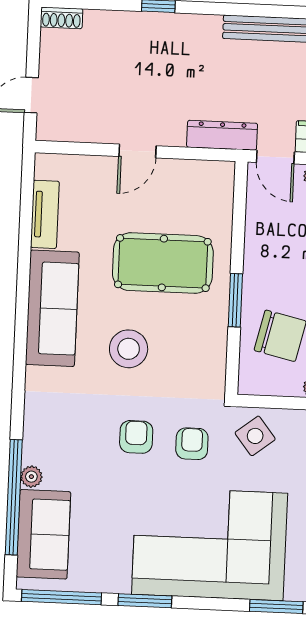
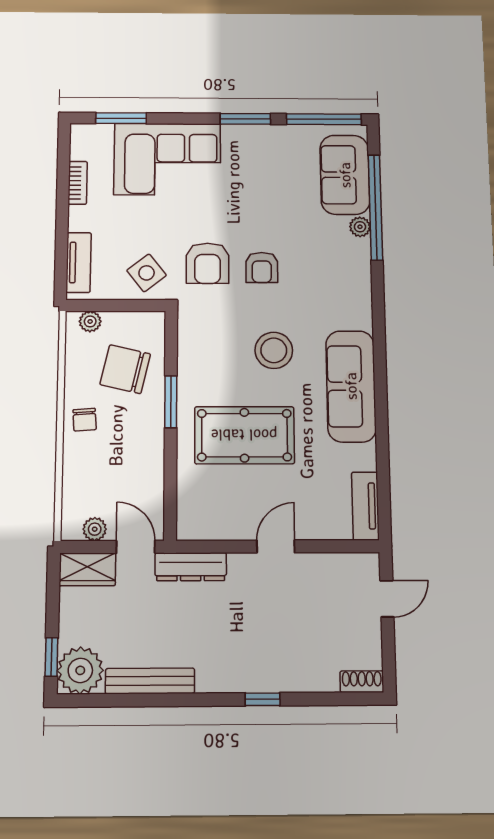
tv unit: (45, 214) -> (365, 506), moved
armchair: (192, 444) -> (208, 263), width x1.38, depth x1.38
corner sofa: (210, 544) -> (167, 159), width x0.73, depth x0.74

